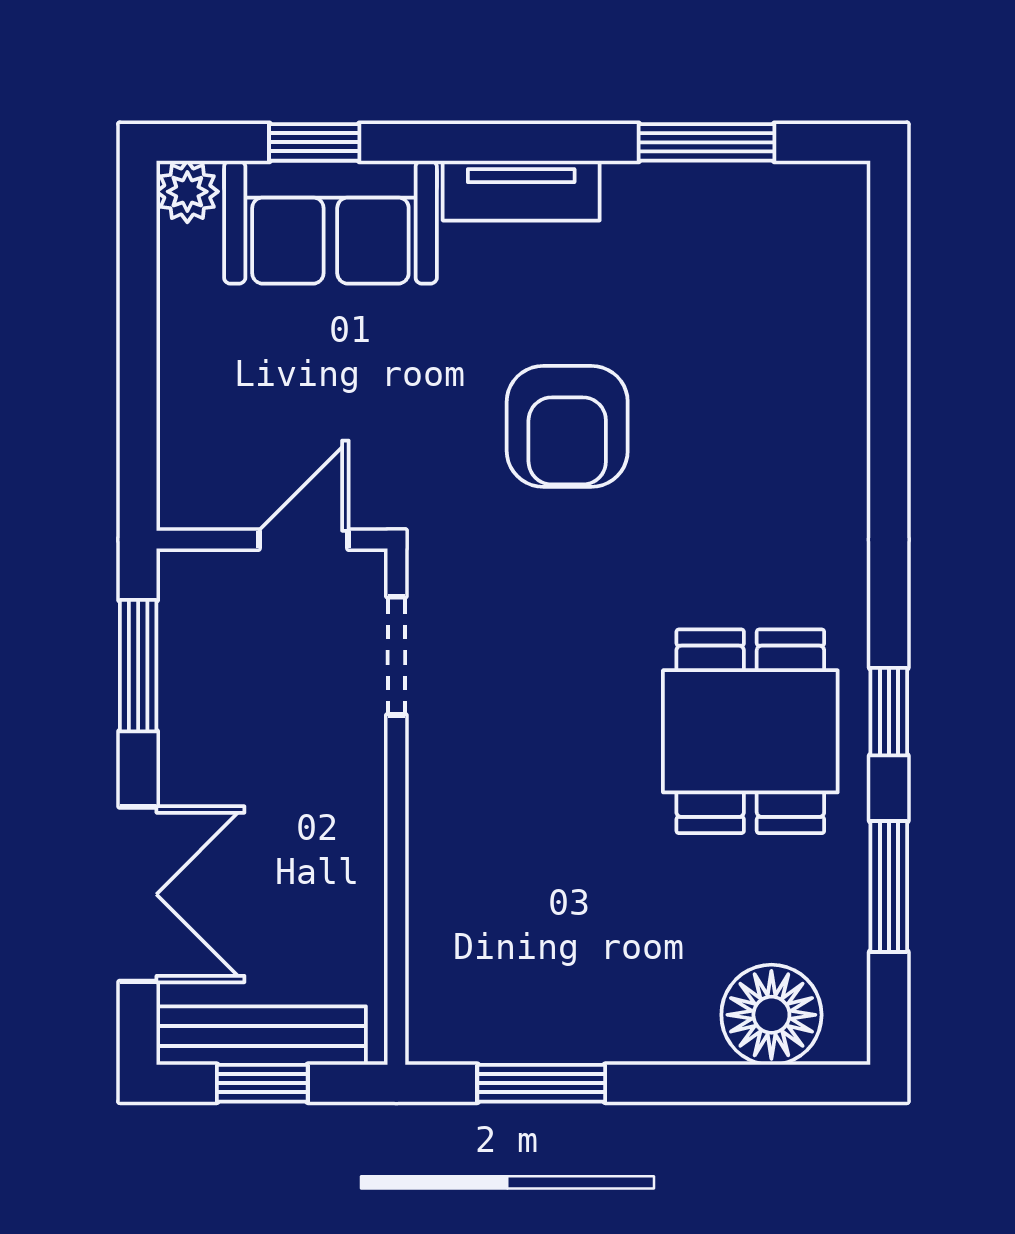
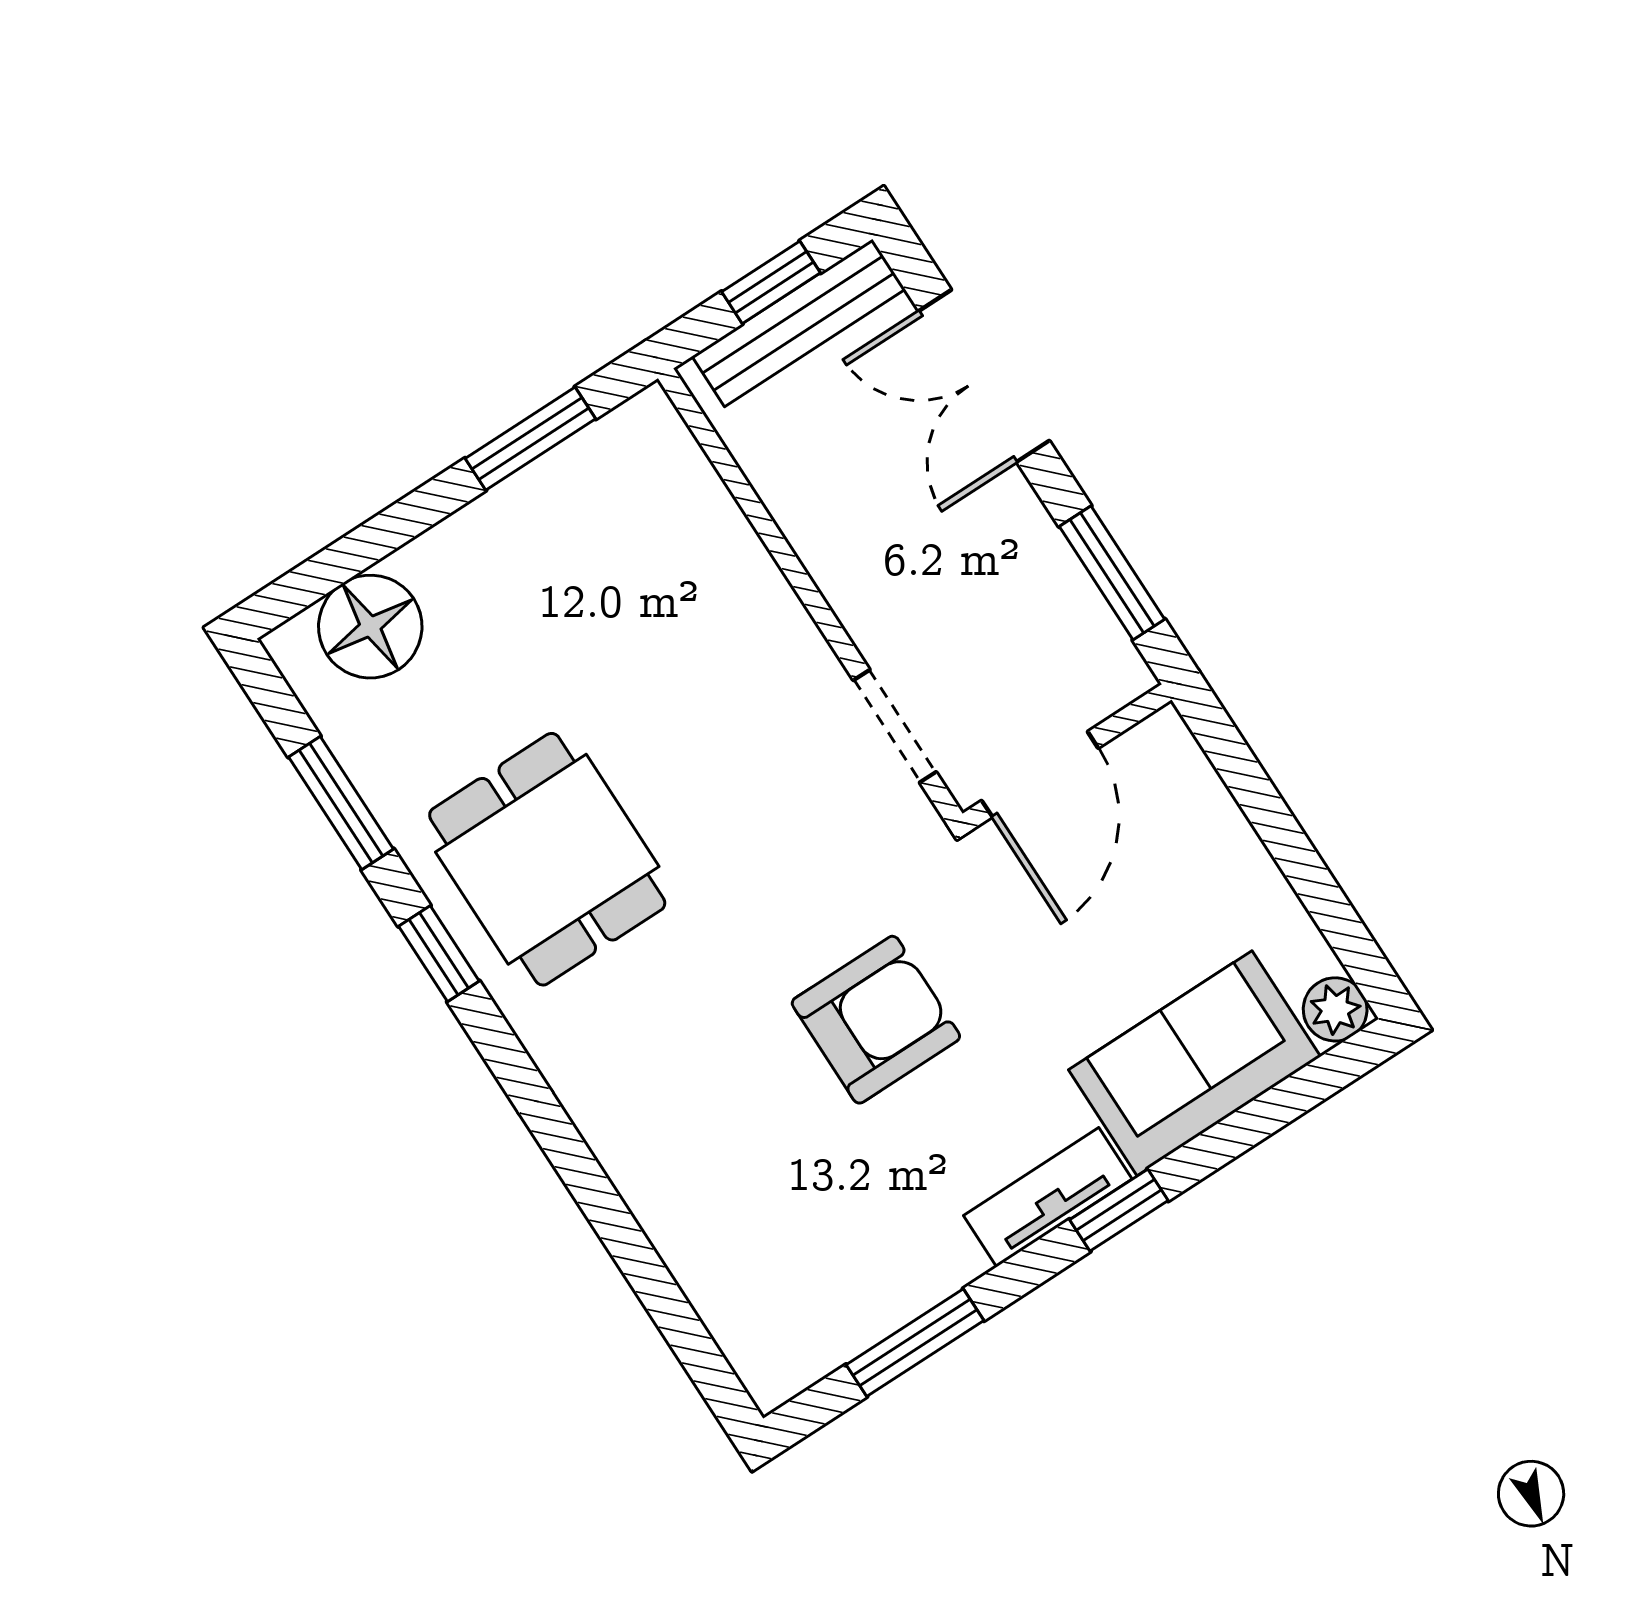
window: (314, 142) -> (1119, 1210), moved
armchair: (567, 426) -> (876, 1020), turned 90
door: (304, 540) -> (1040, 774), width x1.38

